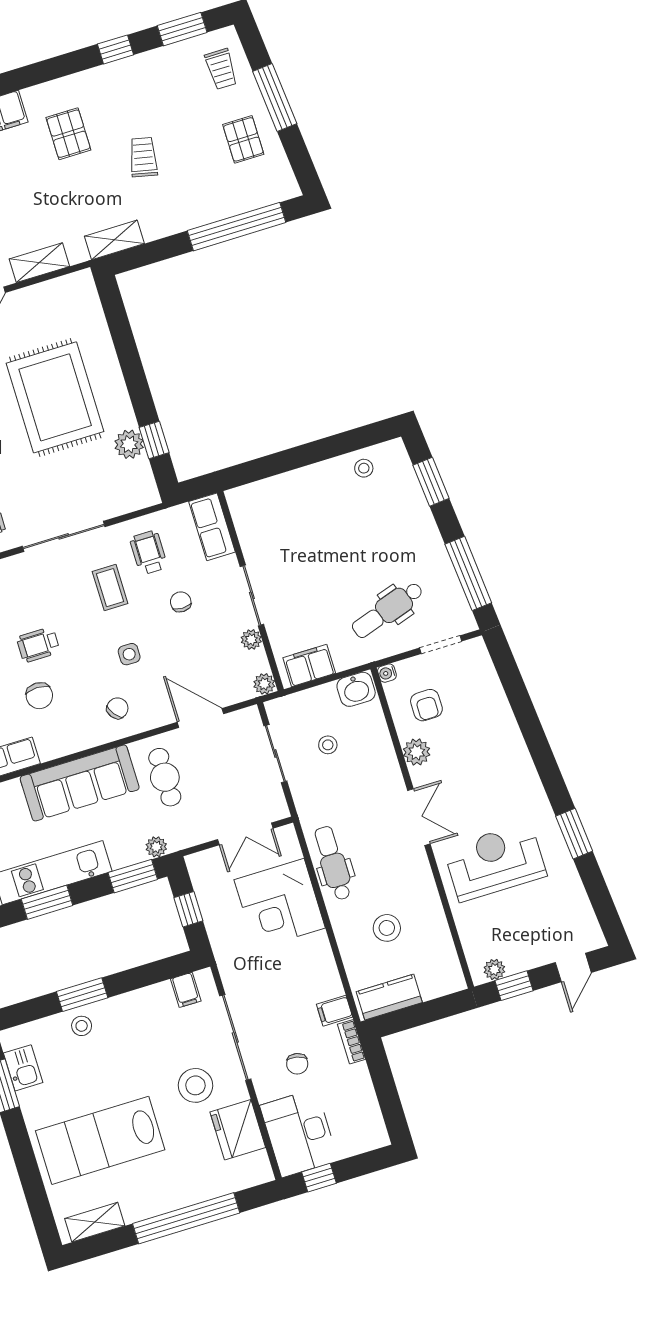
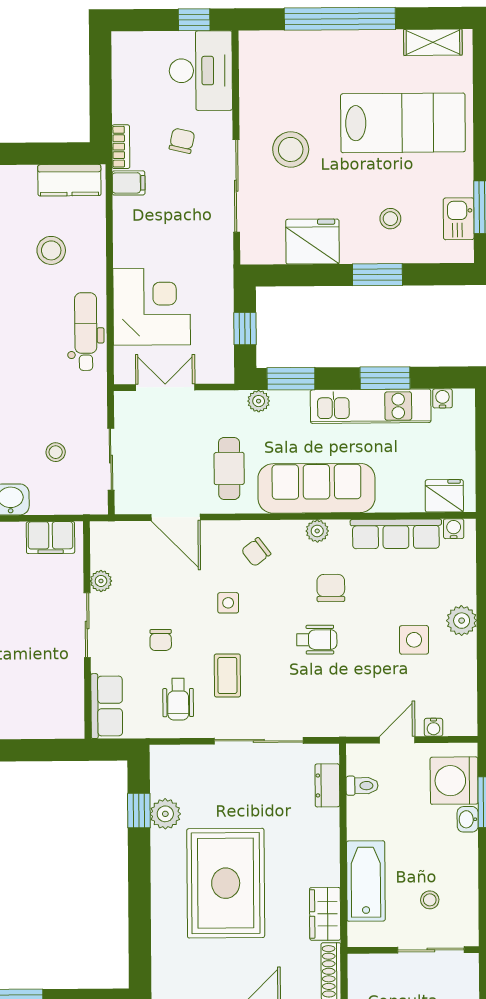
plant: (264, 684) -> (317, 531), moved
dental chair: (333, 863) -> (86, 332), turned 180
filing cabinet: (186, 990) -> (272, 248), removed
stool: (82, 1026) -> (390, 219), moved
fridge: (238, 1130) -> (312, 242), moved, turned -90

